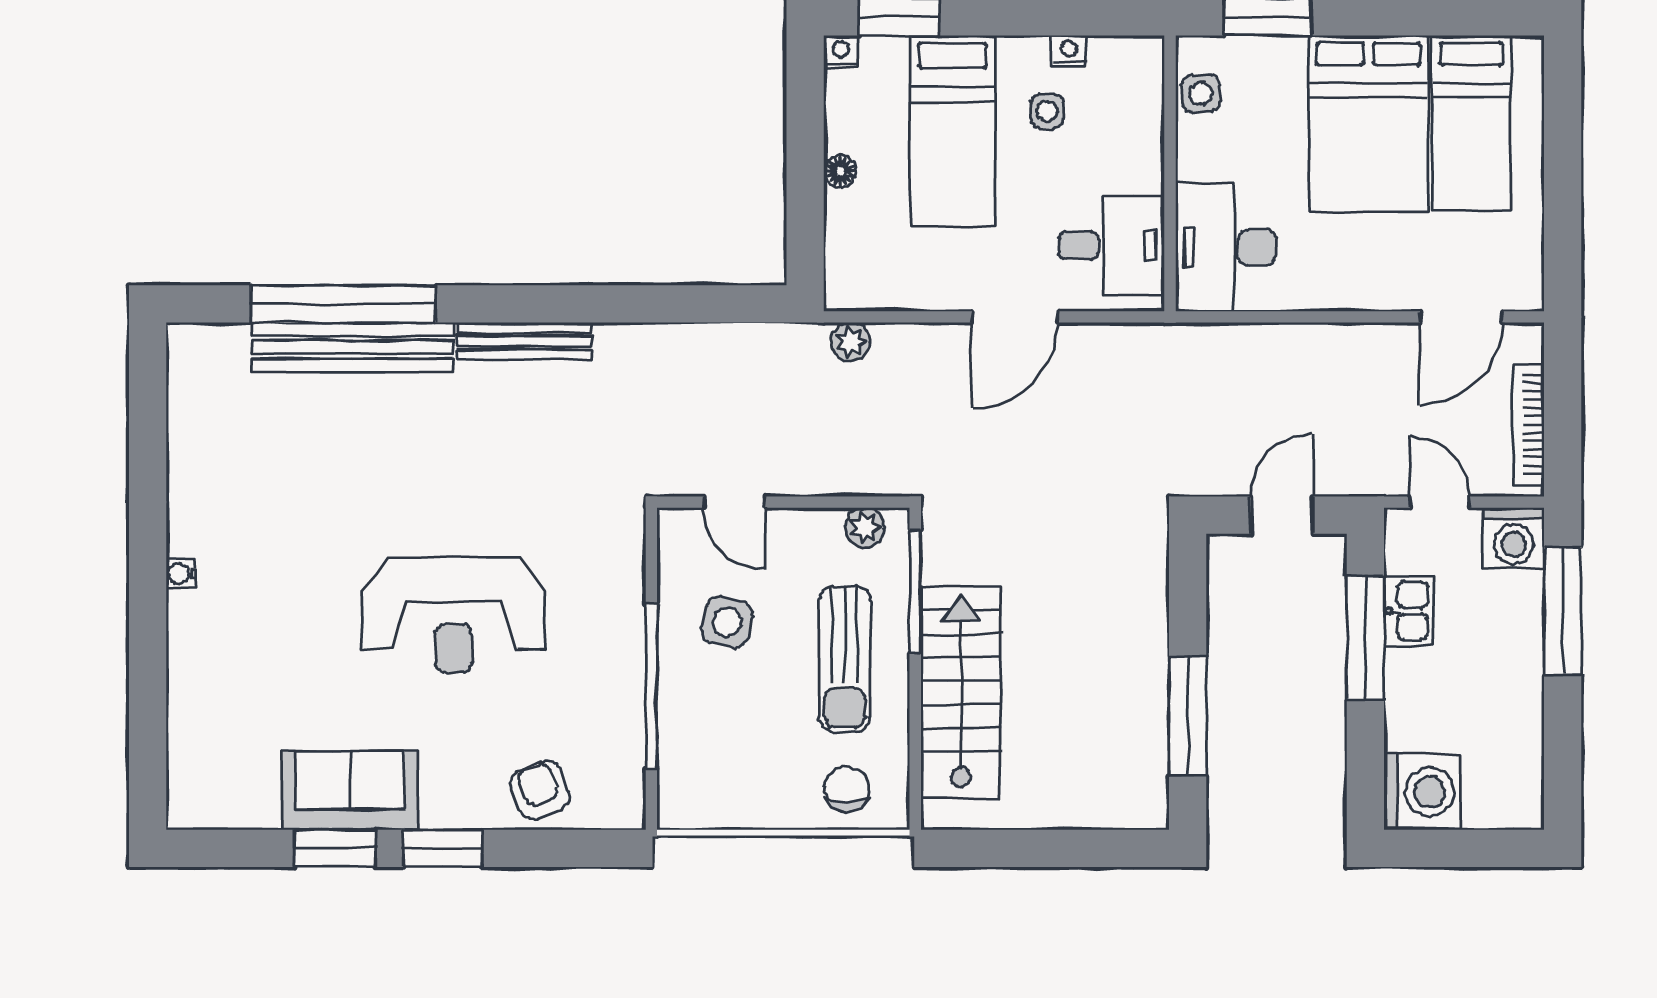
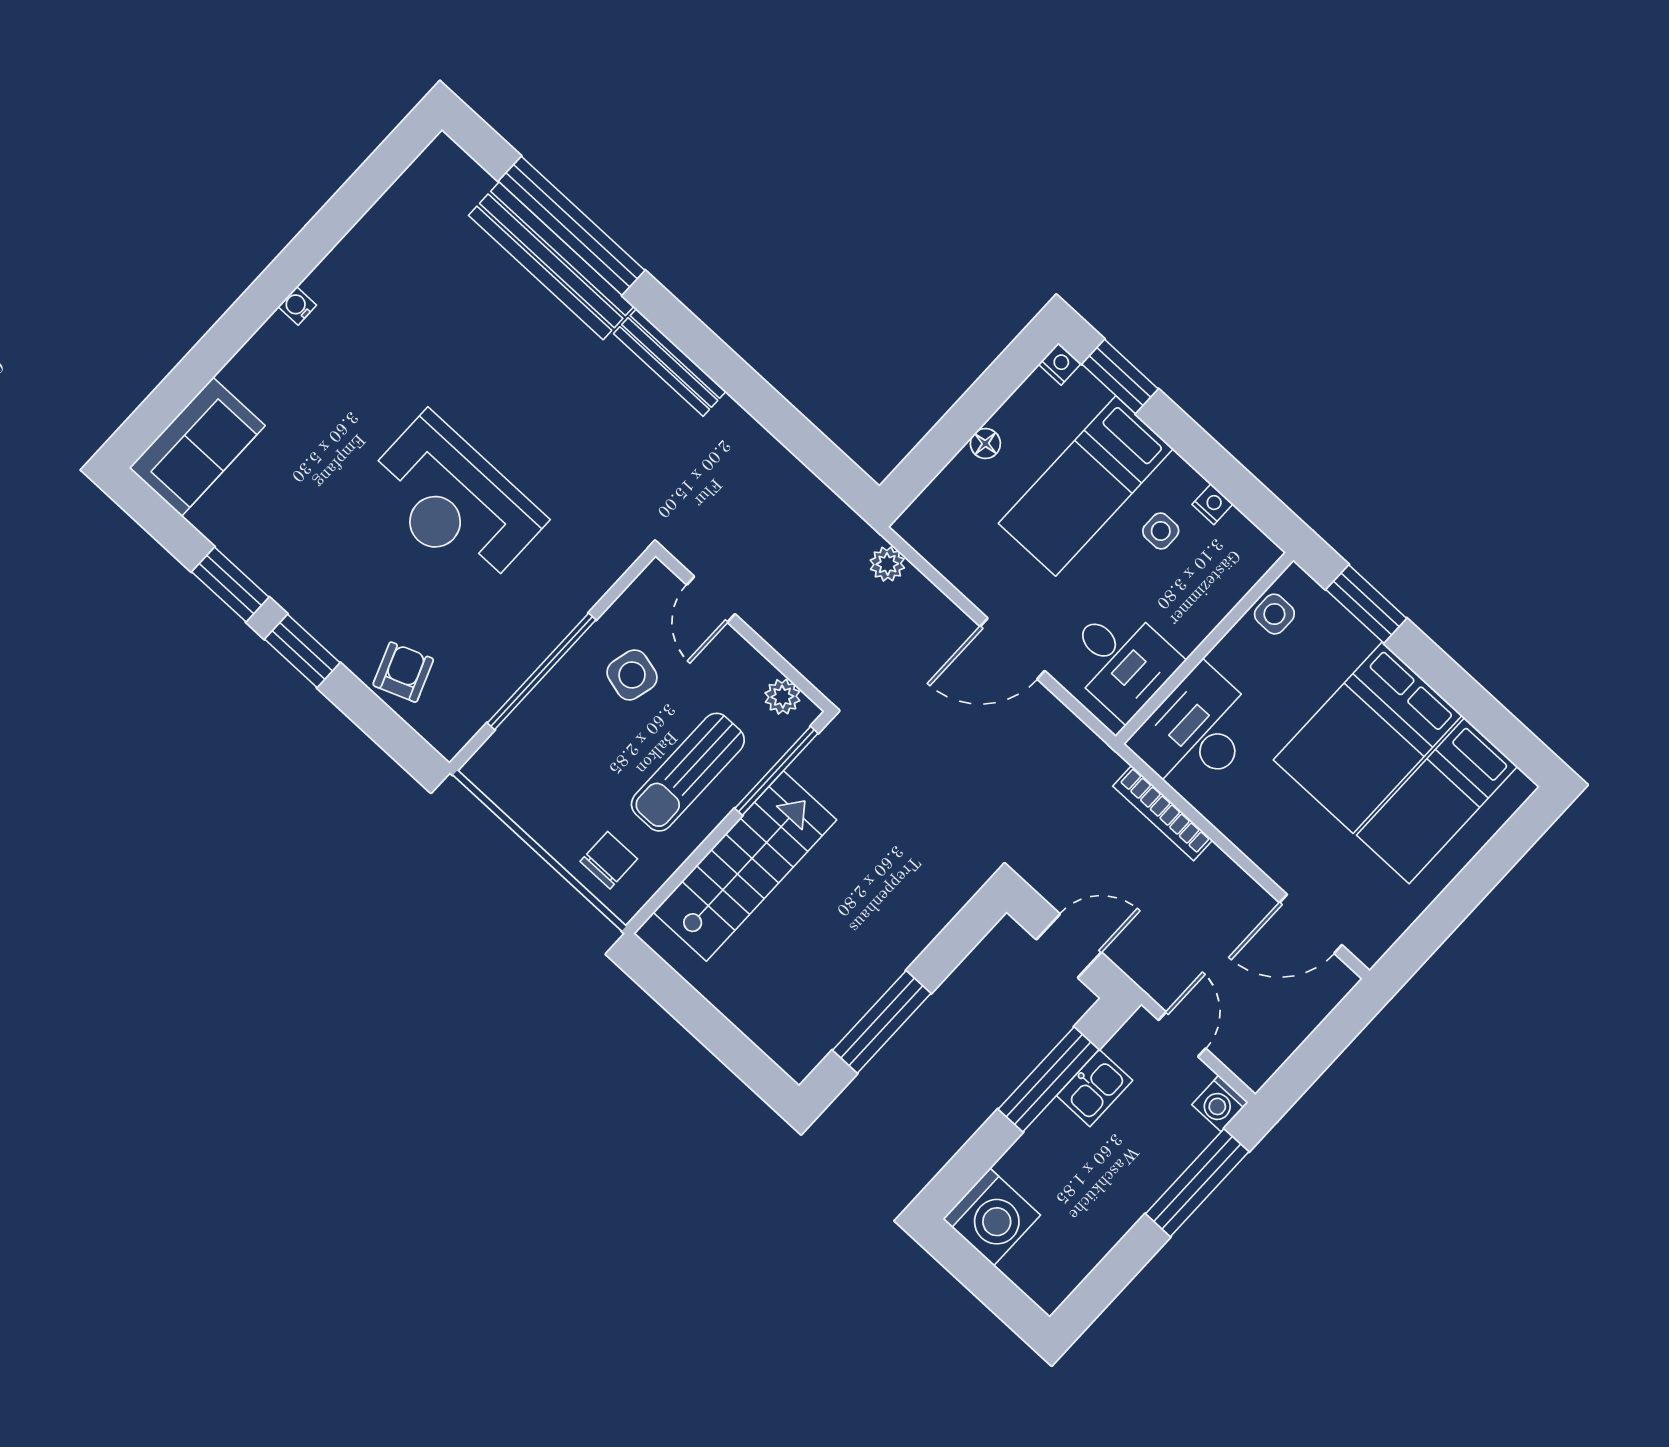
bookcase: (1529, 425) -> (1163, 813), moved, turned -90
washing machine: (1514, 538) -> (1220, 1104), width x0.73, depth x0.73
sofa: (350, 791) -> (197, 447), moved, turned 90

